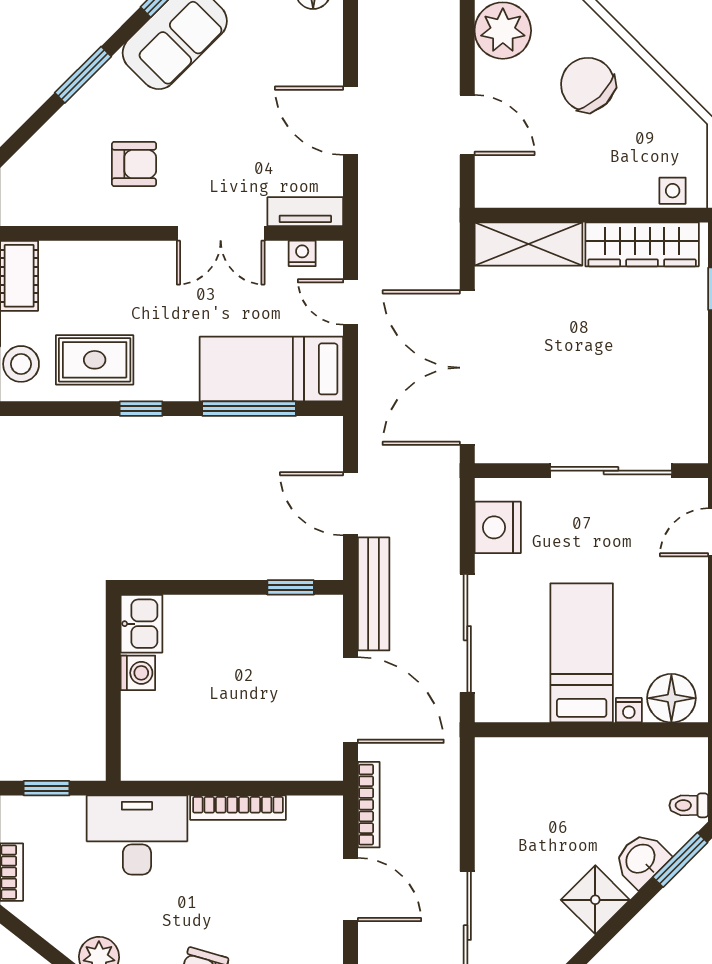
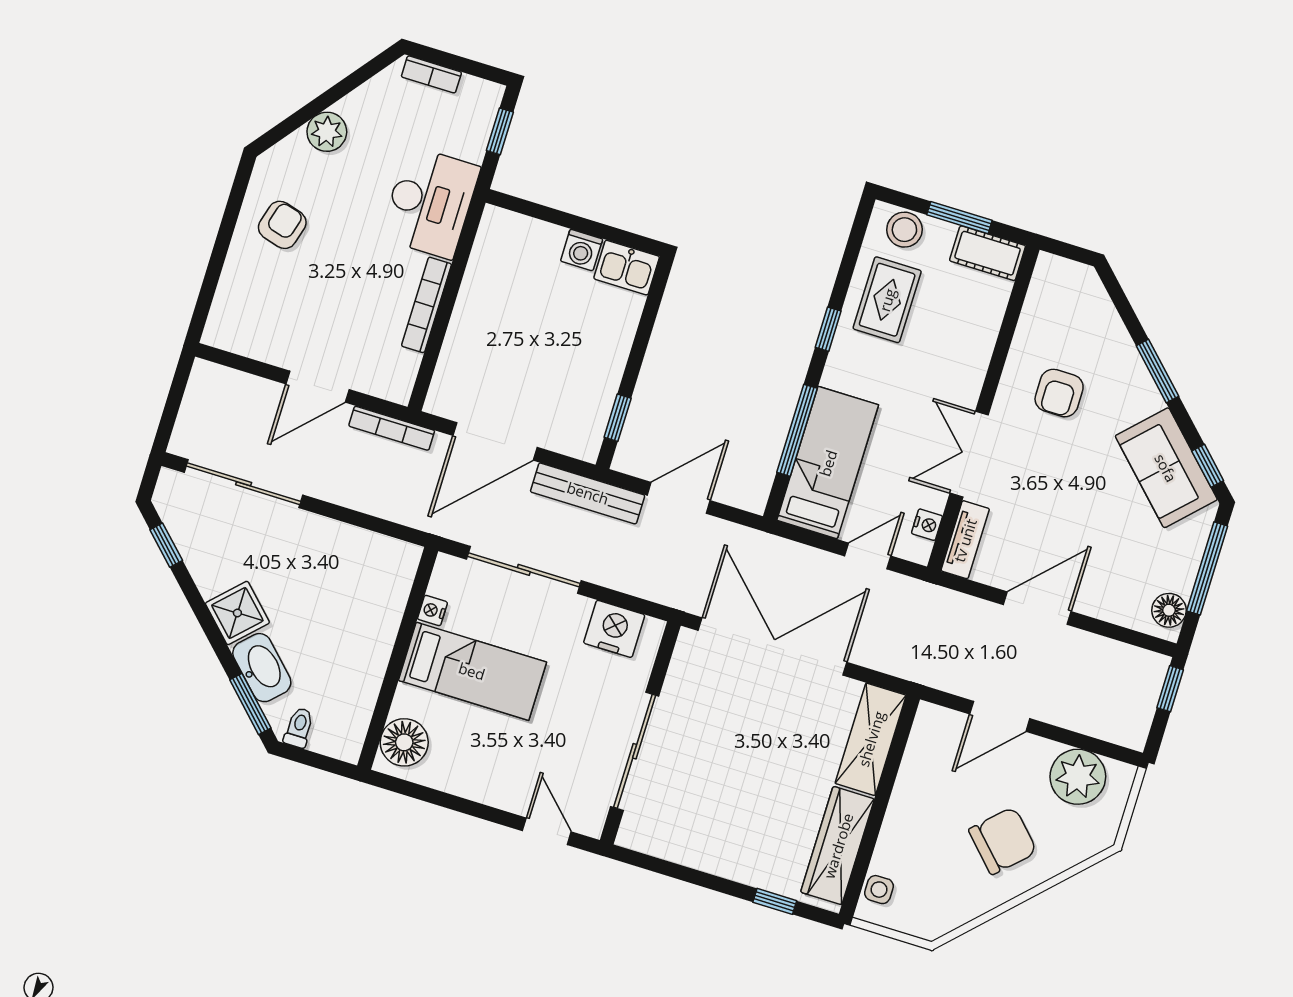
nightstand: (629, 710) -> (432, 611), moved
washbasin: (641, 860) -> (262, 668), width x1.38

